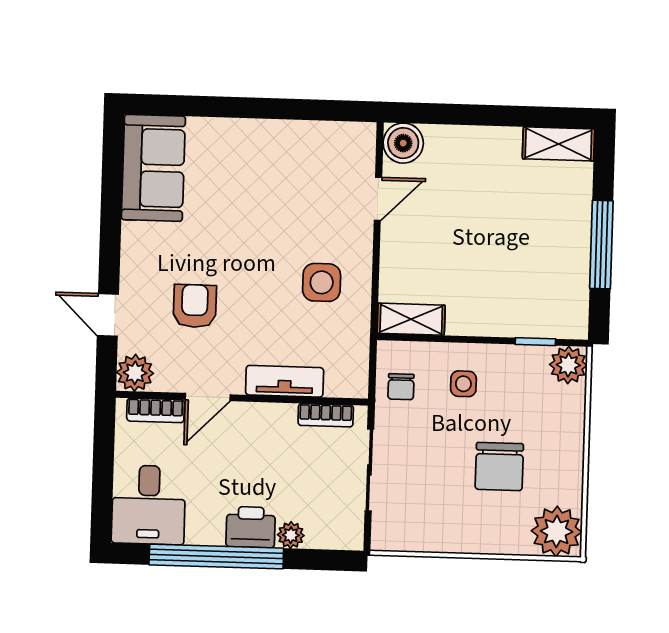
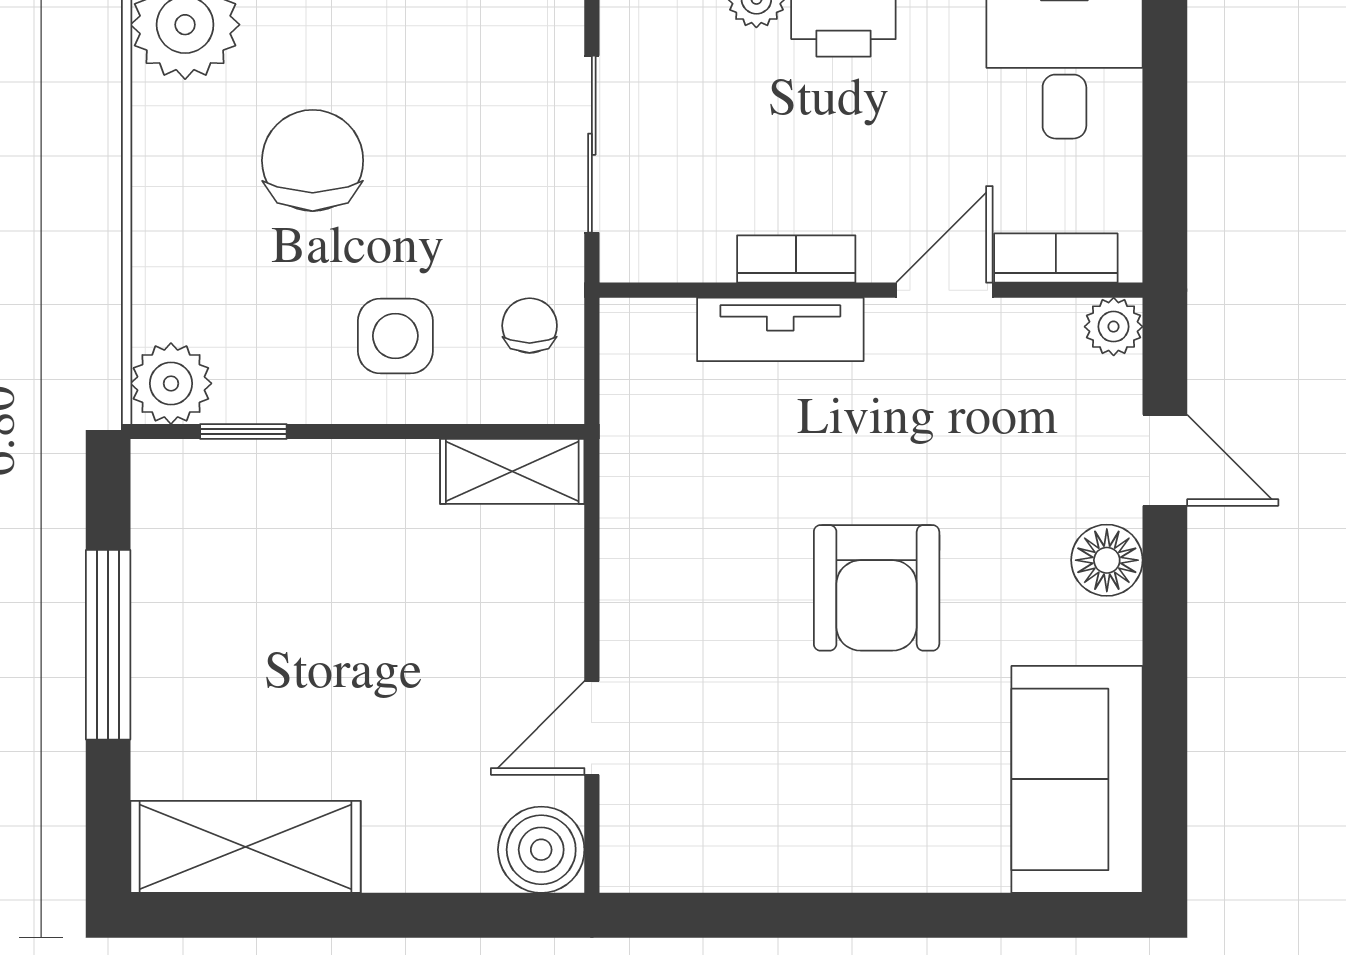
shelving: (558, 144) -> (246, 847), width x1.50, depth x1.33
floor lamp: (136, 269) -> (1107, 560), added
side table: (322, 282) -> (707, 544), removed
armchair: (195, 306) -> (877, 588), moved, width x1.38, depth x1.38
plant: (135, 373) -> (1114, 327), width x0.73, depth x0.73
side table: (463, 384) -> (395, 336), width x1.37, depth x1.37
bookcase: (326, 415) -> (796, 259), moved

